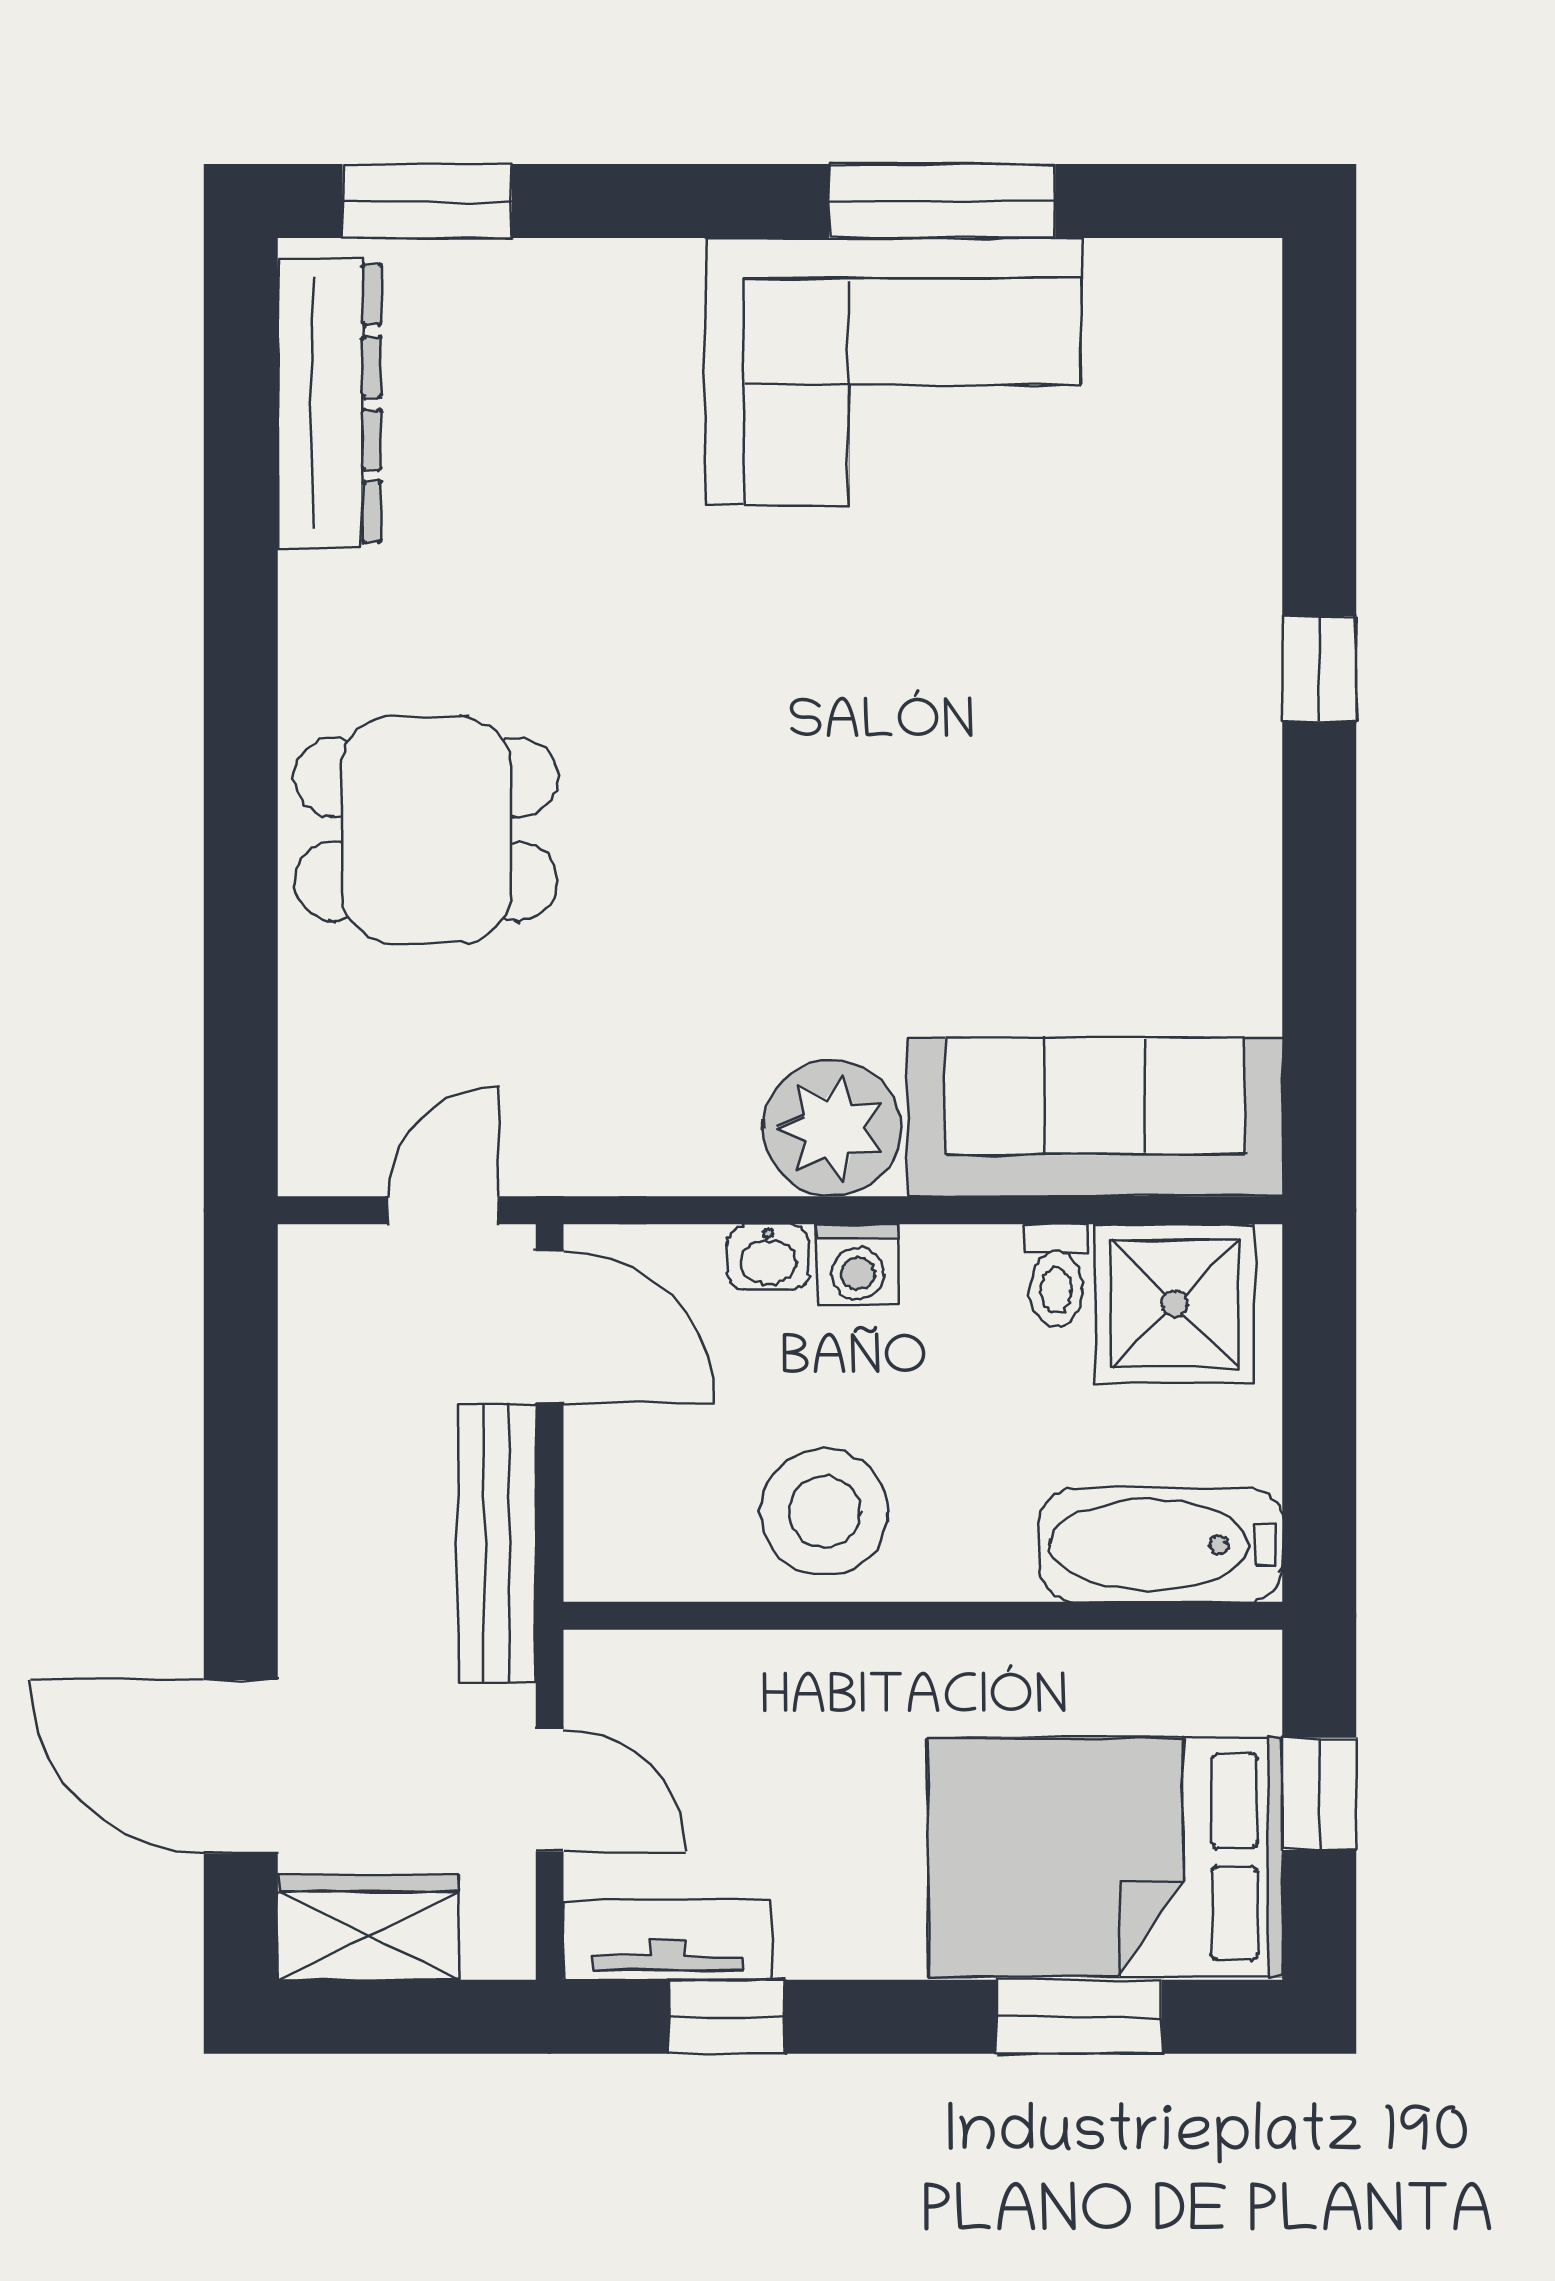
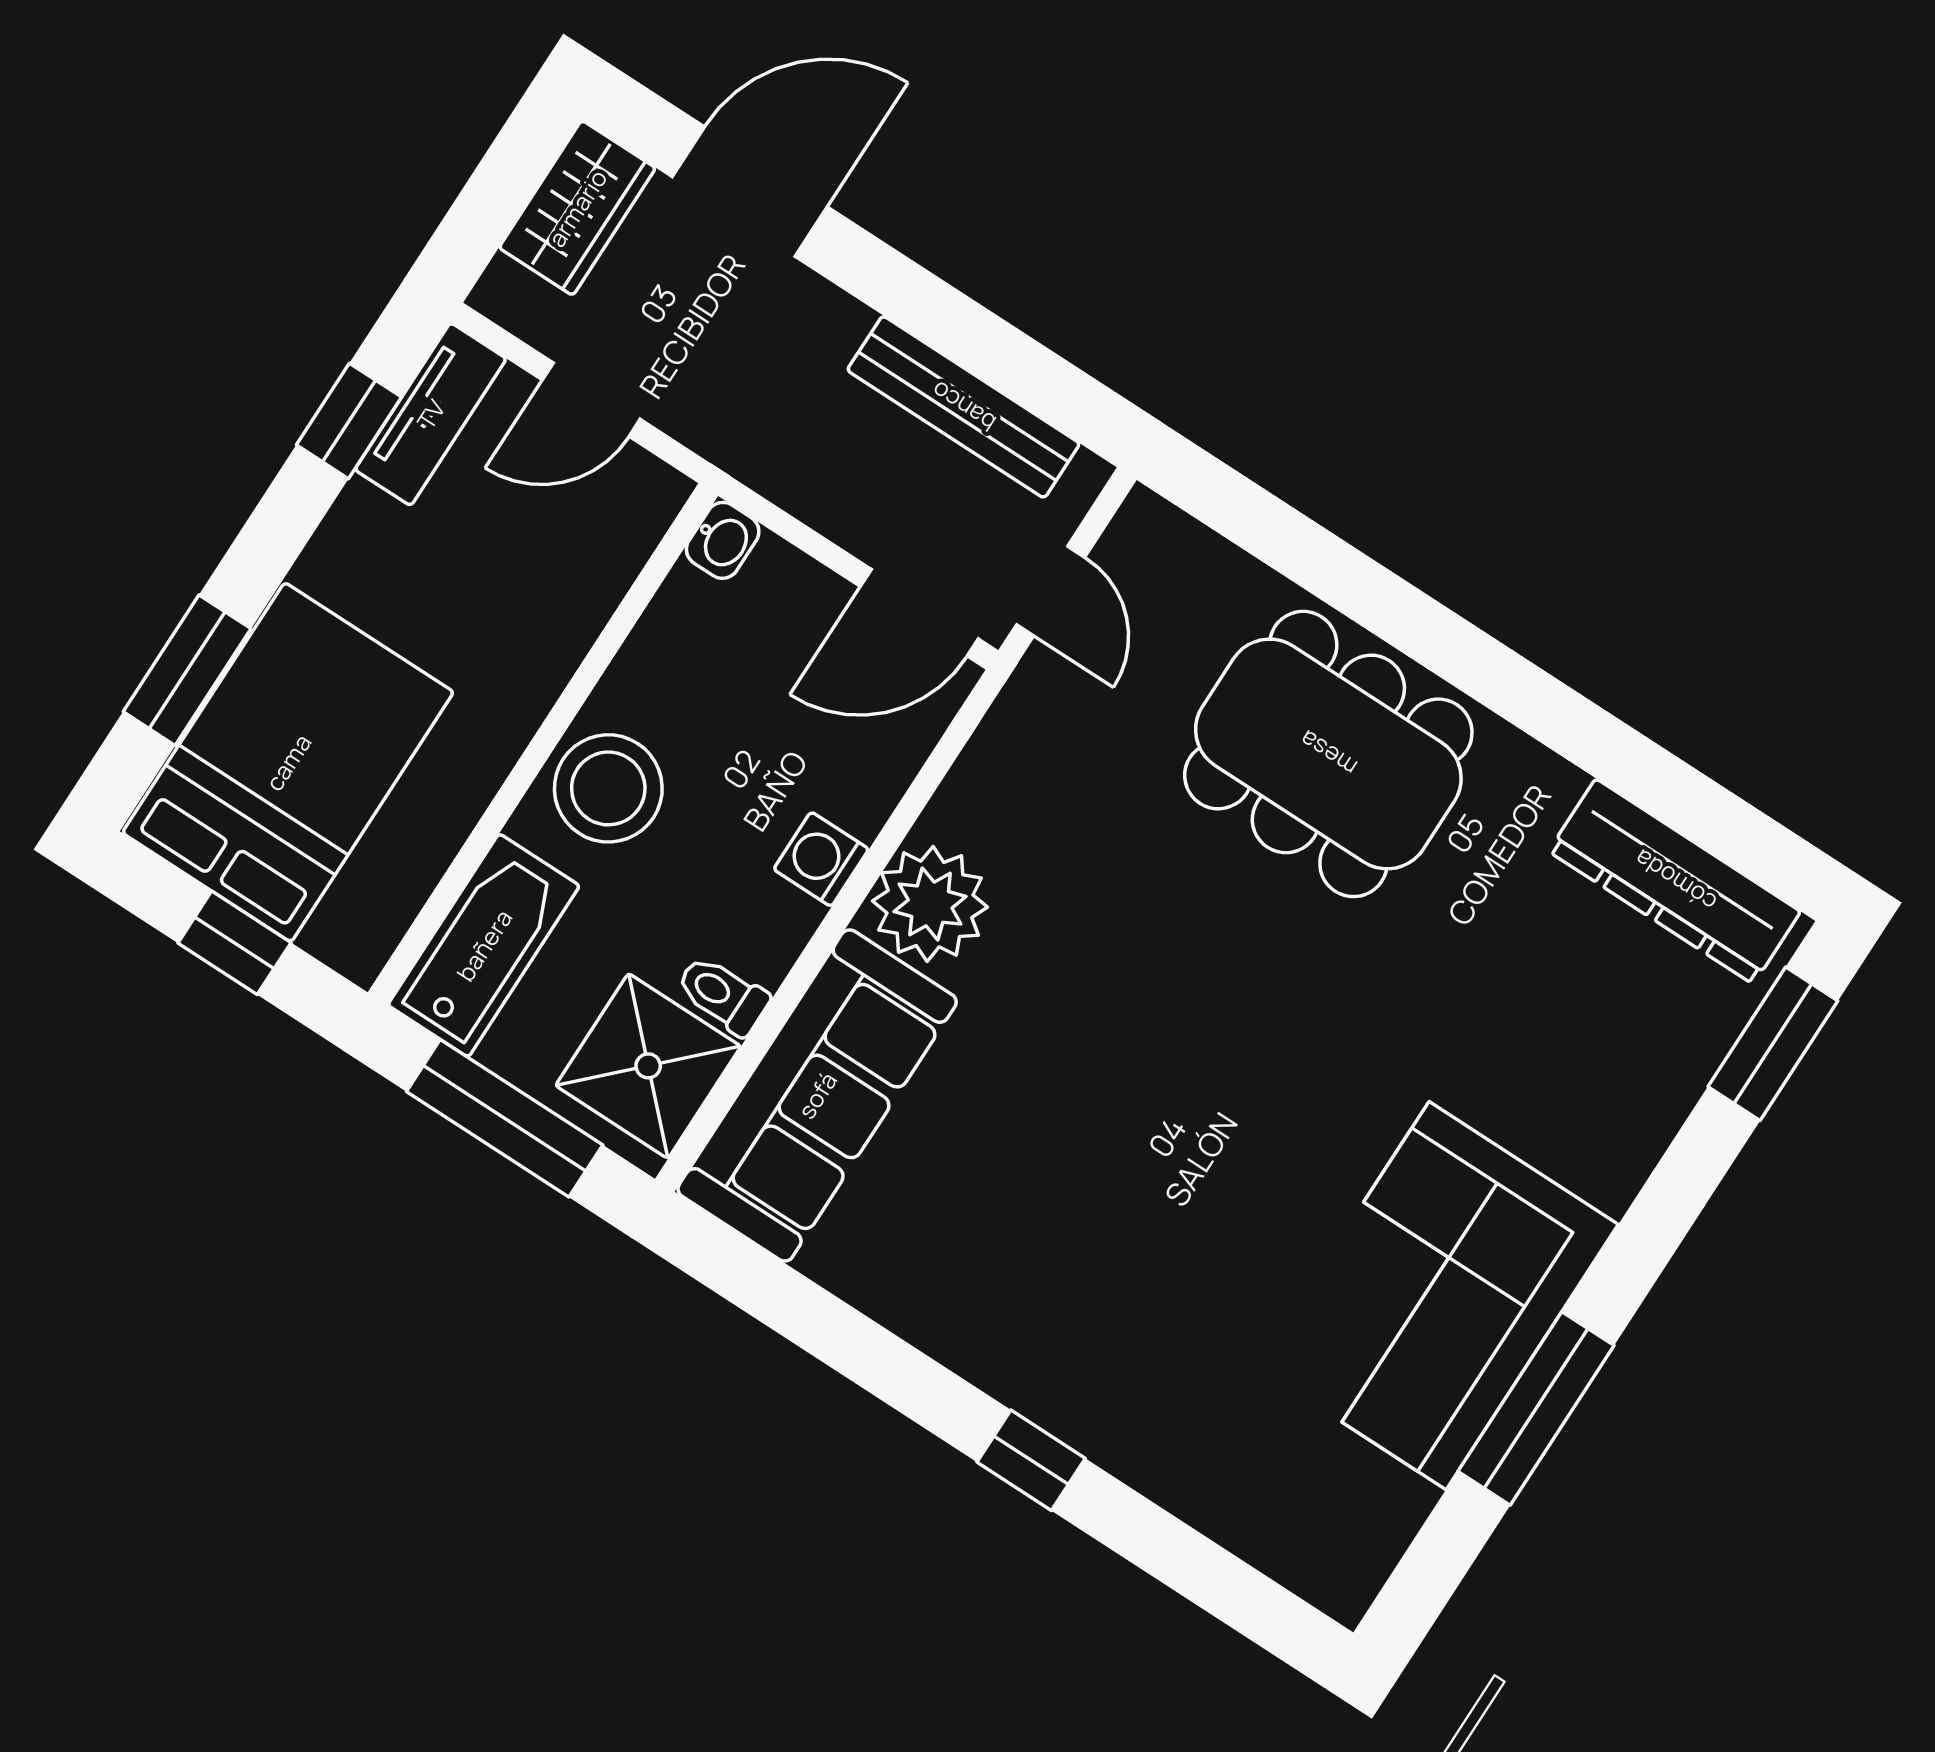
dining table: (426, 829) -> (1328, 754), width x1.38
washbasin: (768, 1257) -> (723, 540), moved, turned 180
window: (1319, 1413) -> (505, 1118), added
stool: (825, 1512) -> (608, 788), moved
bench: (497, 1543) -> (963, 407), moved

